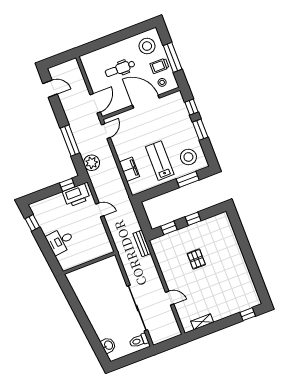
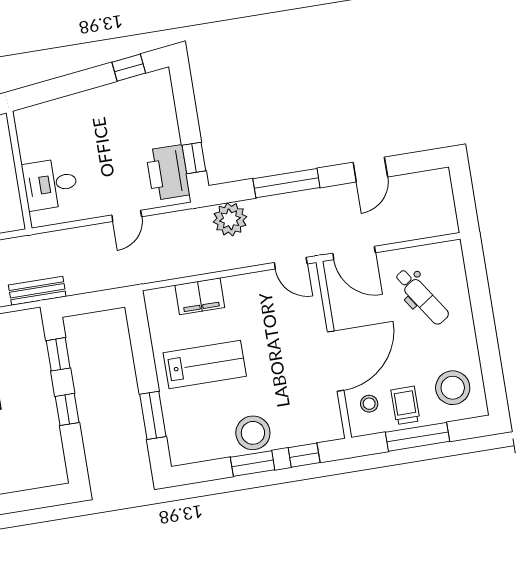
dental chair: (120, 69) -> (422, 297), moved, turned 146
door: (50, 89) -> (370, 170), moved
stool: (188, 157) -> (253, 433), moved
desk: (60, 241) -> (50, 184), moved, turned -83

